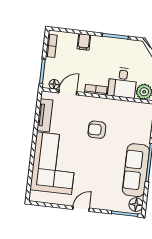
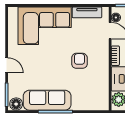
door: (81, 209) -> (7, 65), moved

